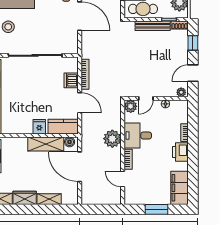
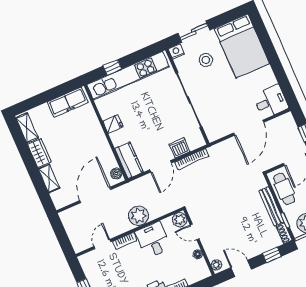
fridge: (39, 127) -> (113, 124), moved
shelving: (46, 144) -> (103, 150), removed

